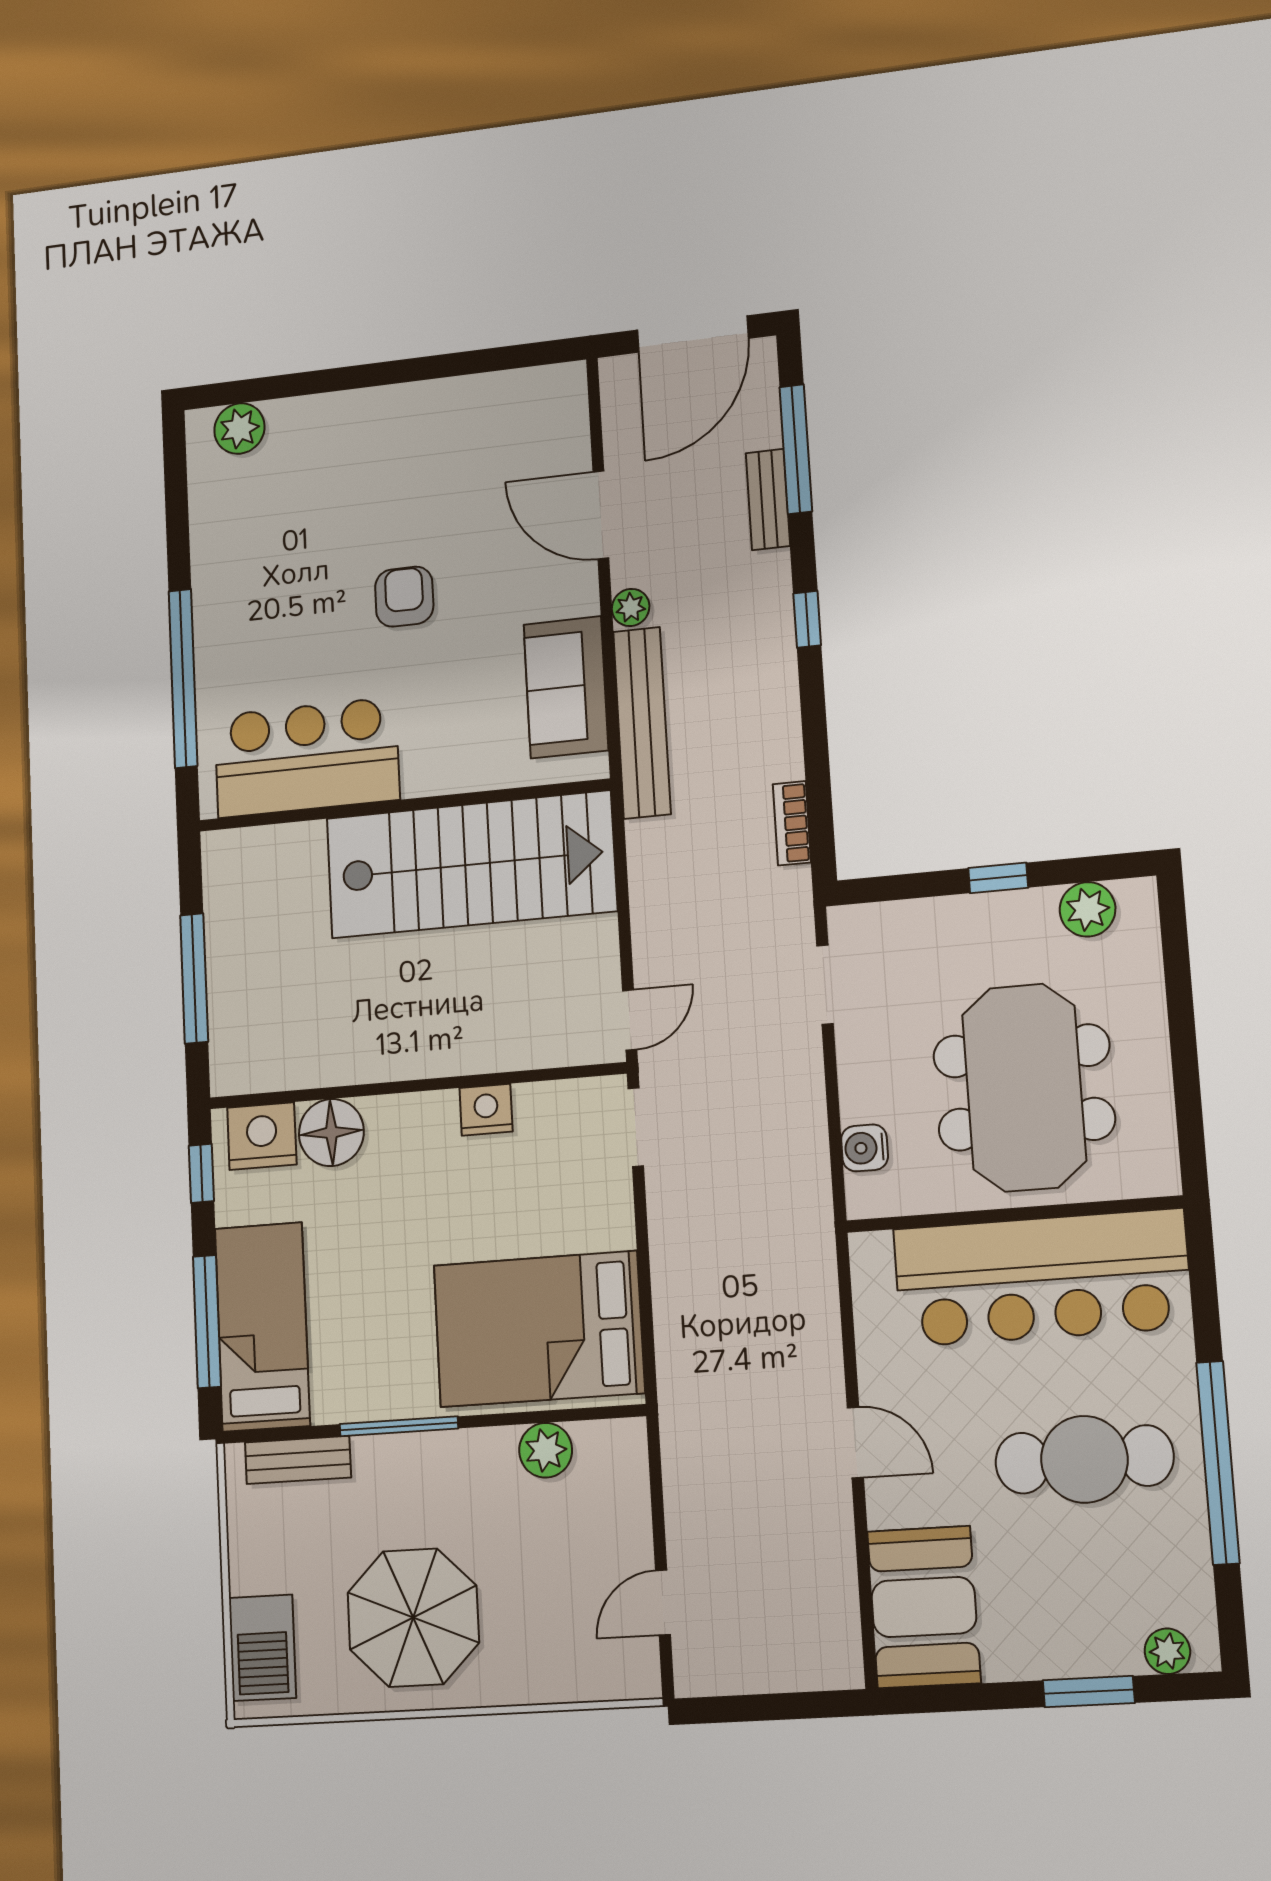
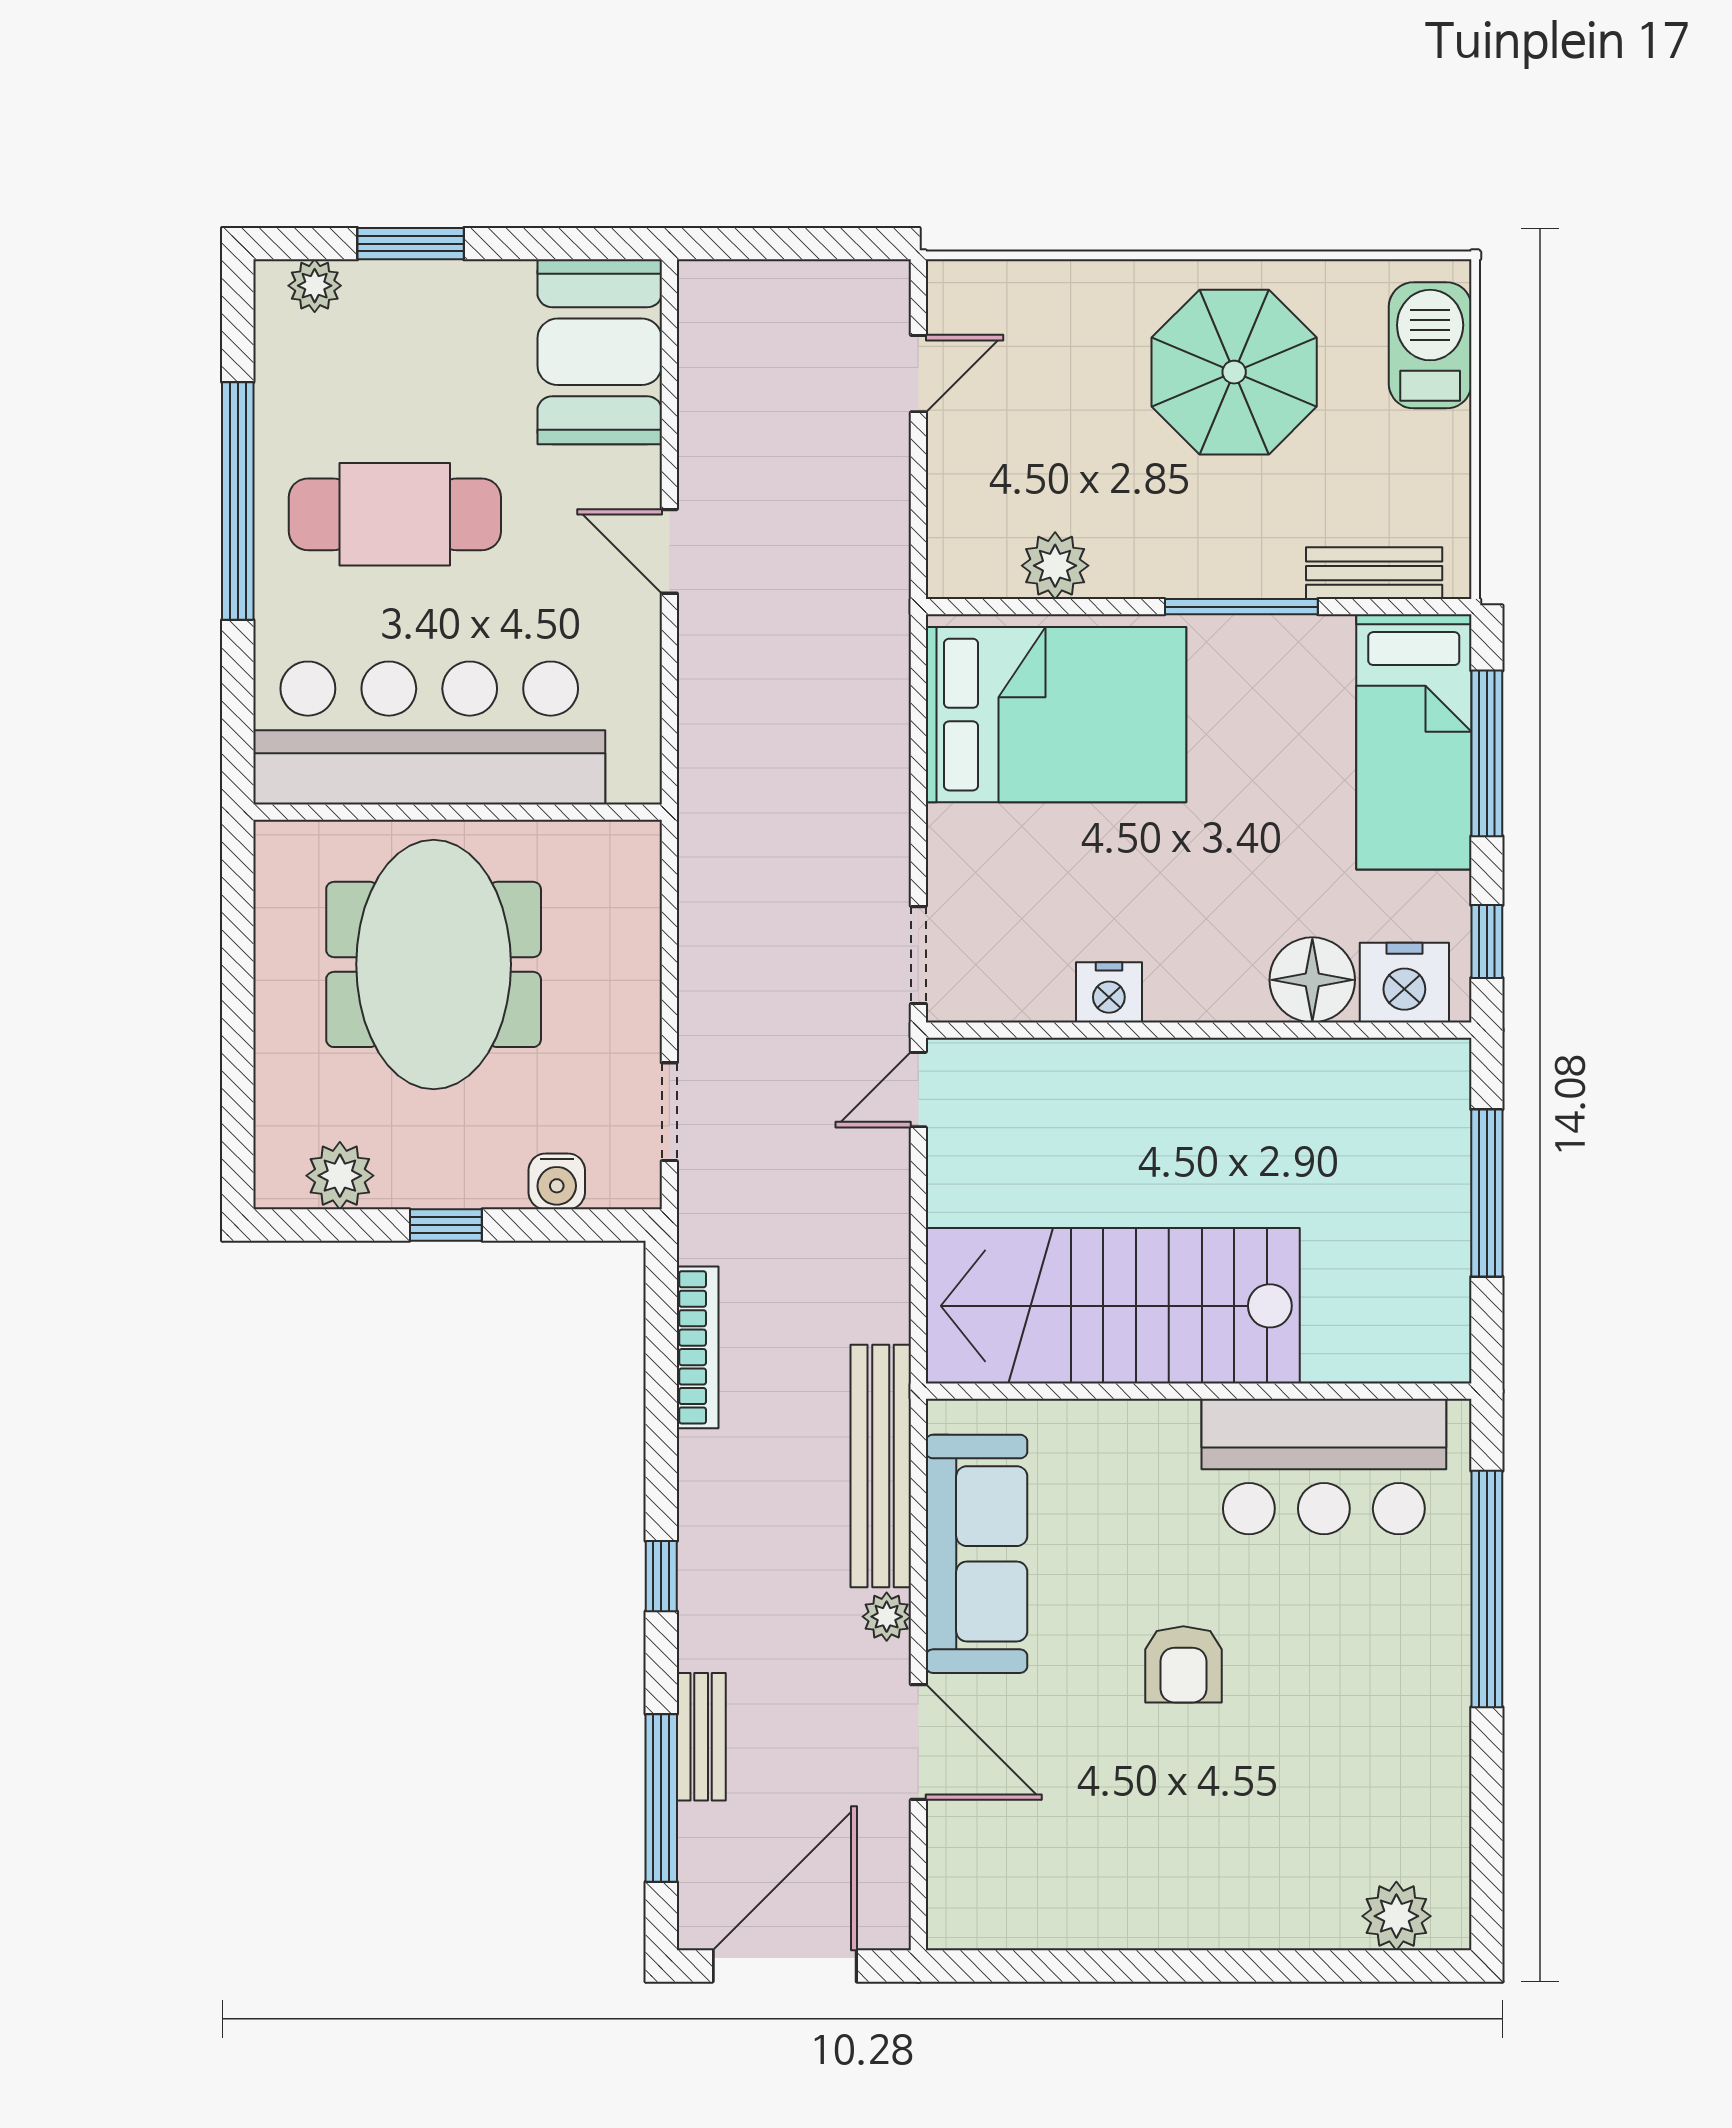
sofa: (566, 687) -> (977, 1554), width x1.36
bookcase: (792, 823) -> (698, 1347), width x1.56
water cooler: (865, 1148) -> (557, 1181), moved, turned 90

